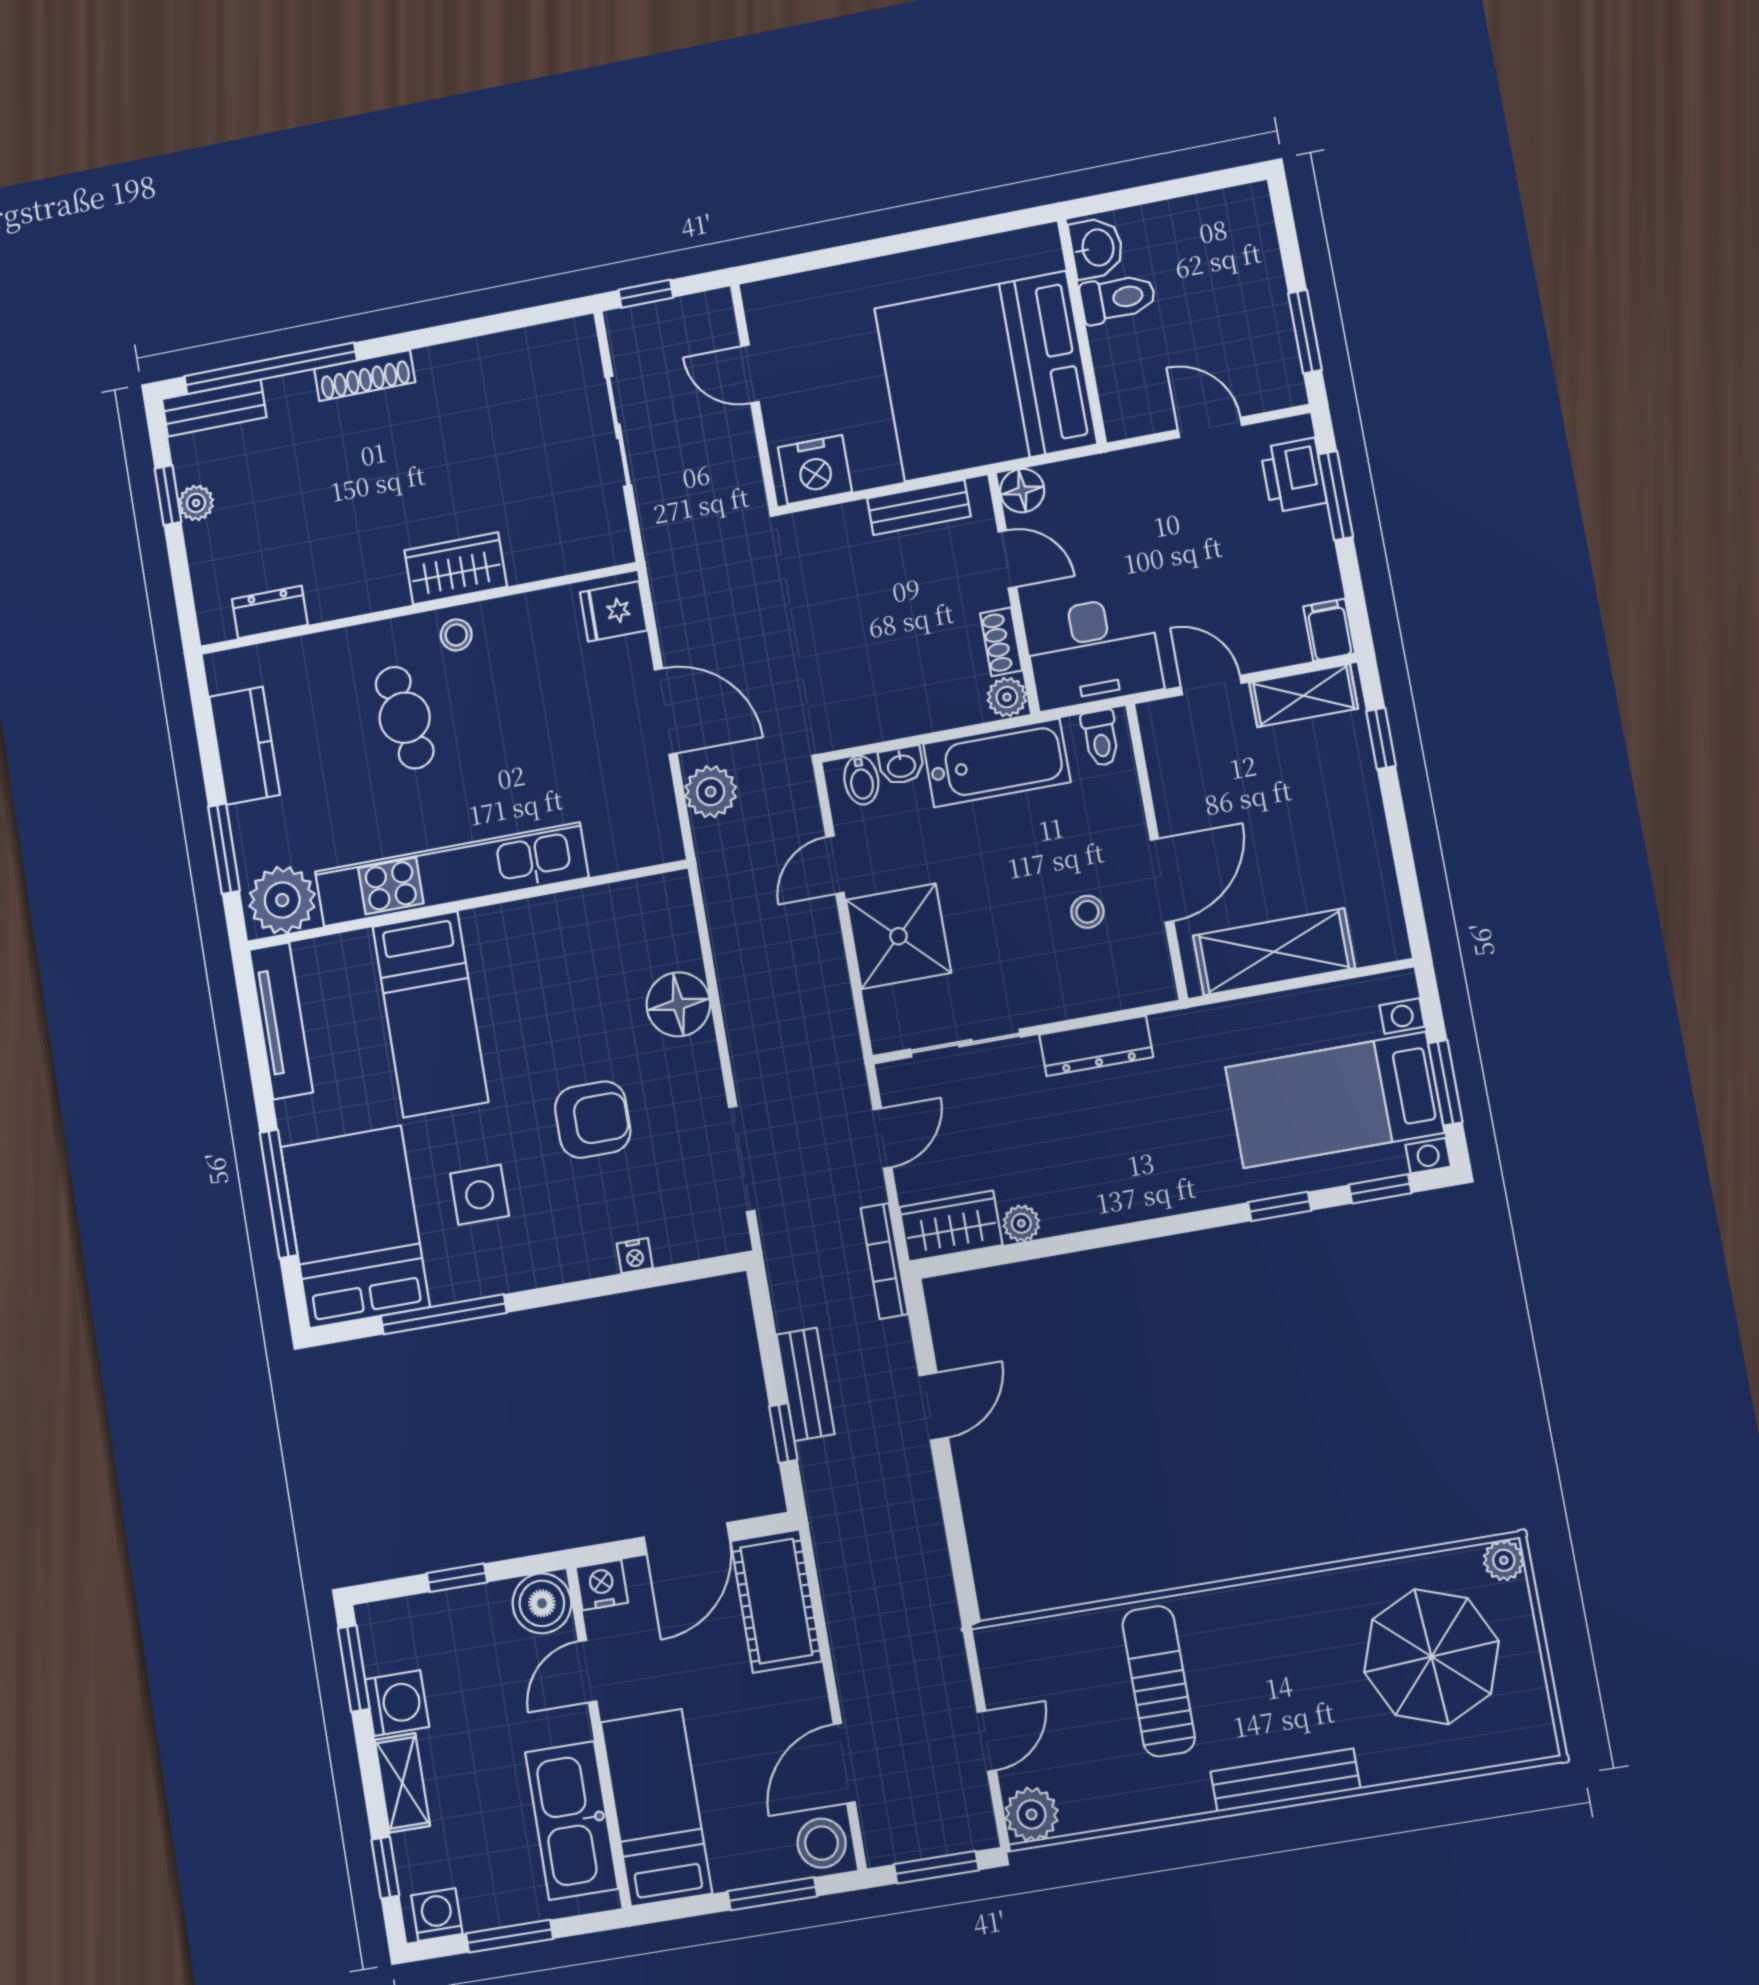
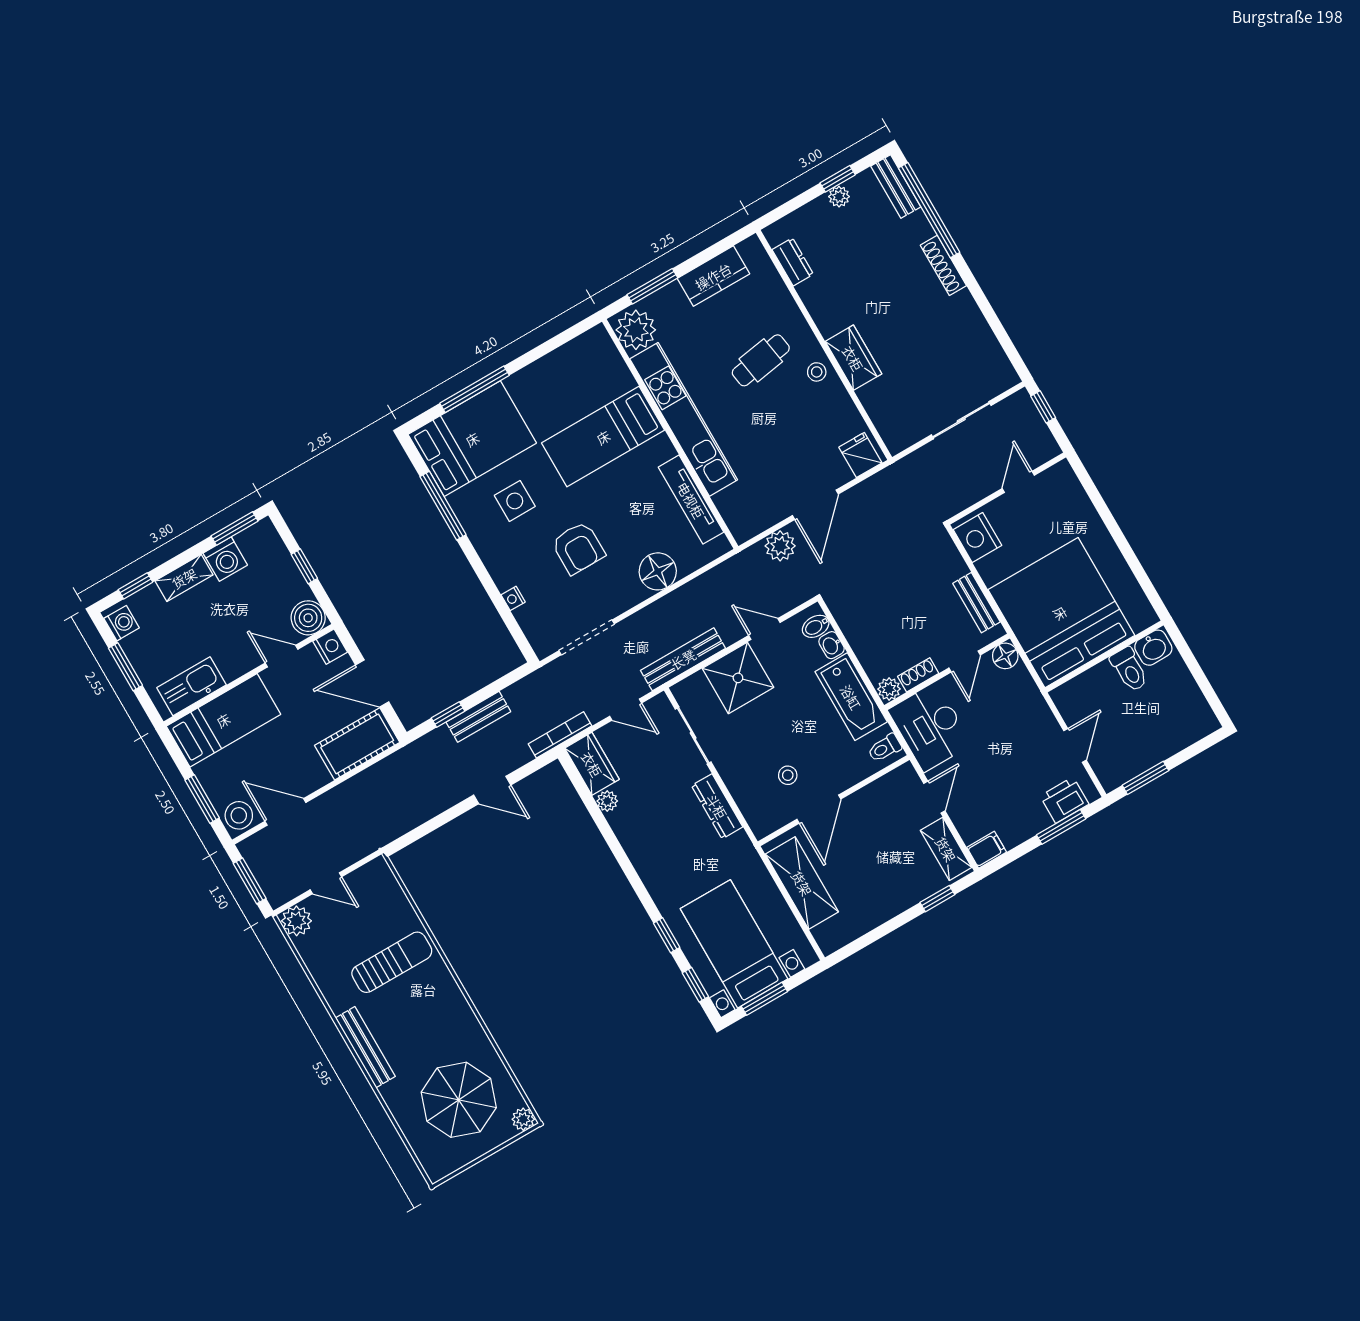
door: (1162, 880) -> (819, 809), hinge flipped
bench: (835, 1015) -> (683, 659), added
tv unit: (281, 1021) -> (691, 500), moved, turned 90
kitchen sink: (572, 1820) -> (192, 686), width x0.73, depth x0.81

